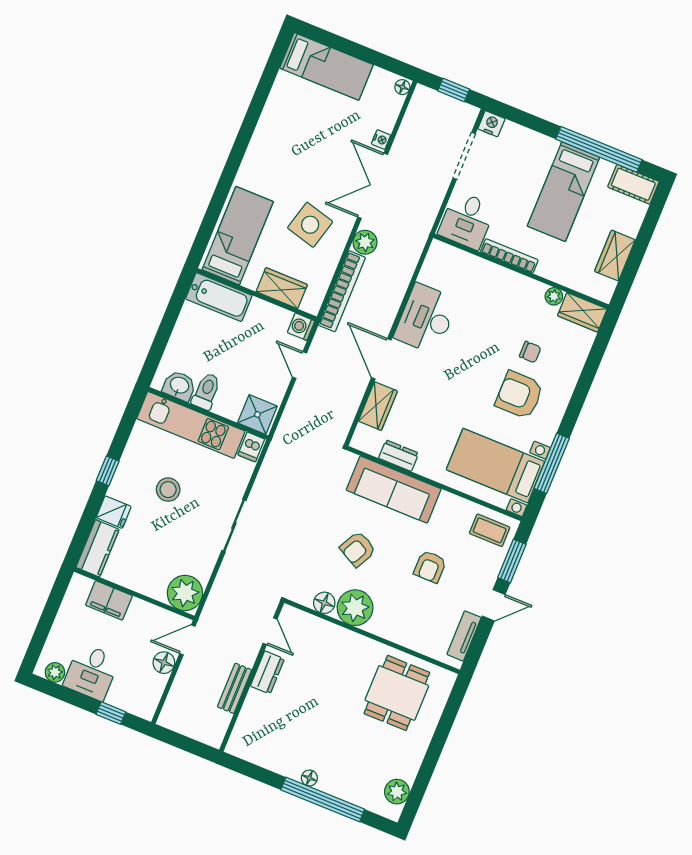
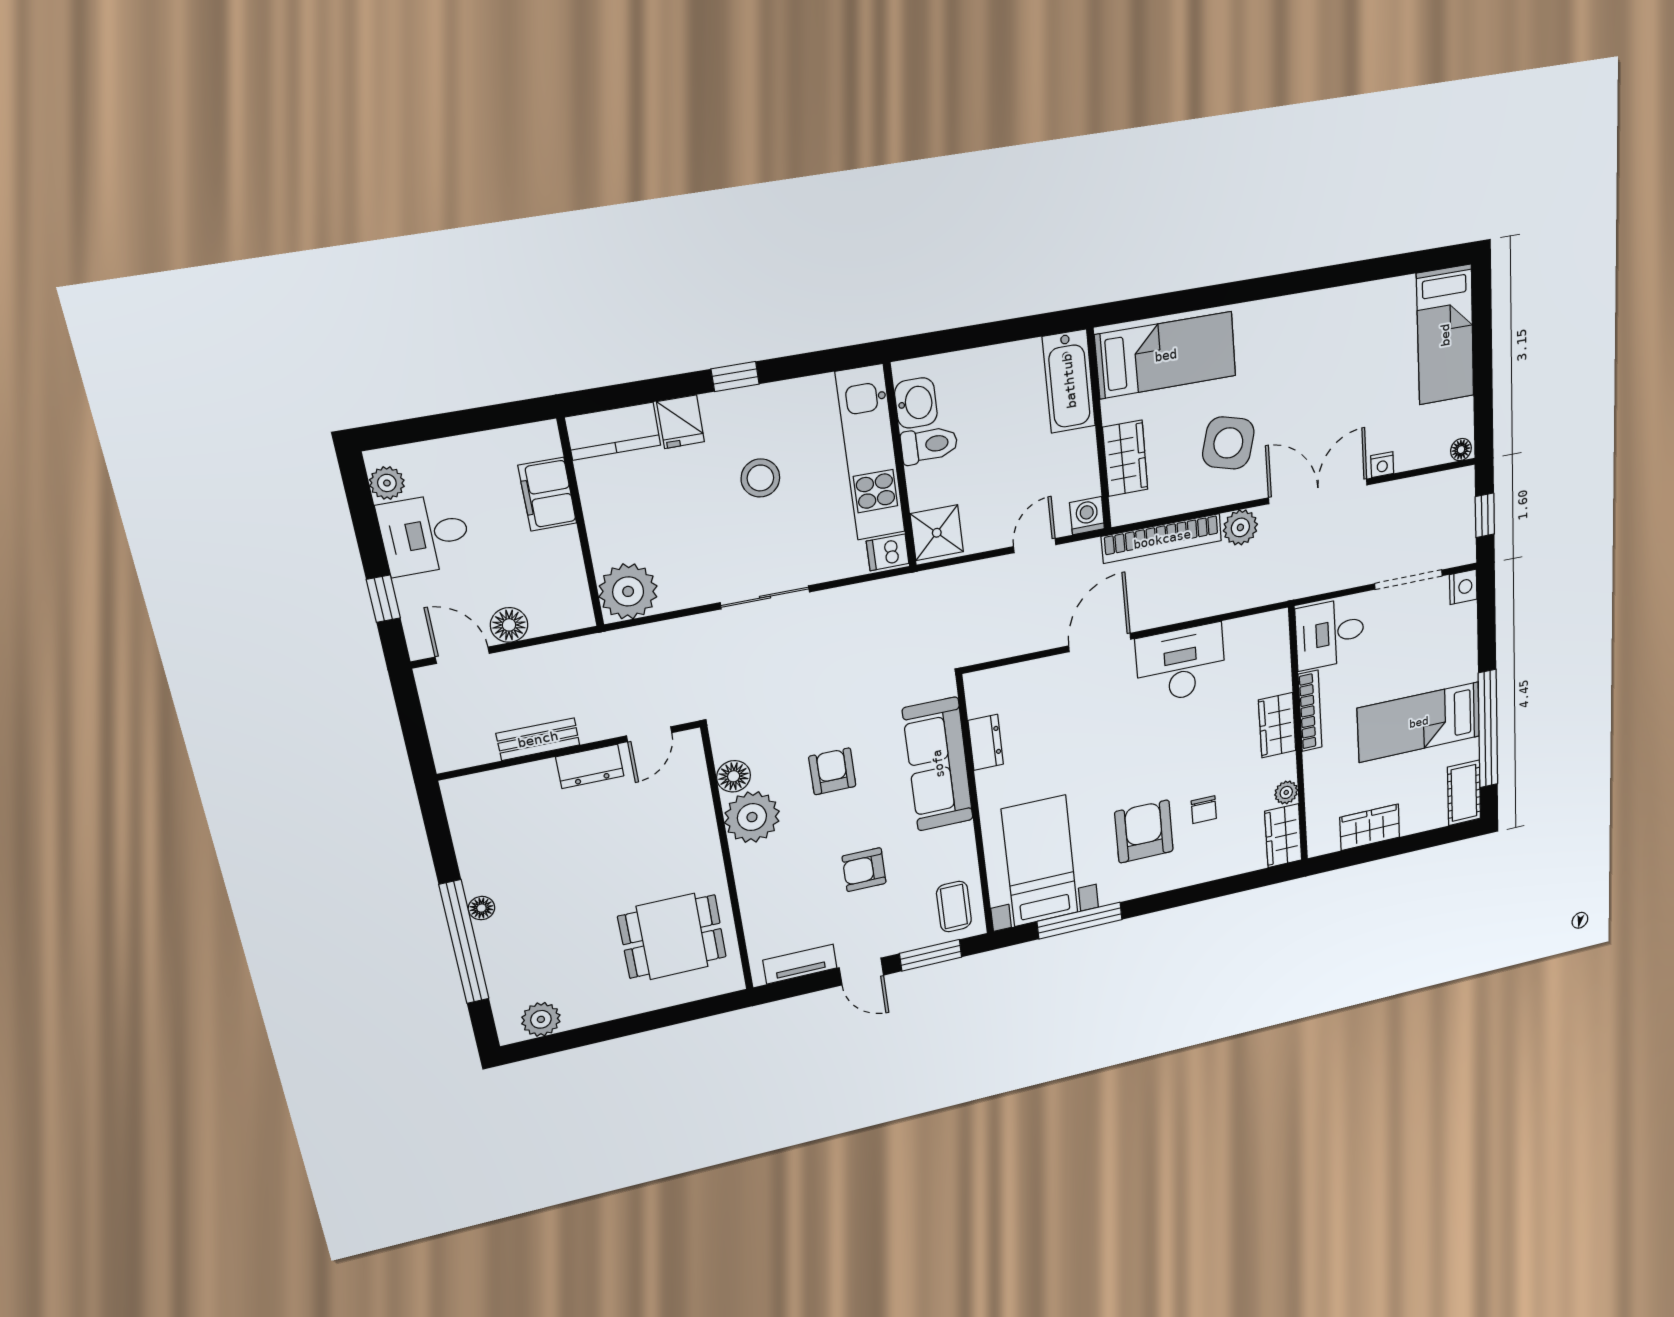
wardrobe: (378, 406) -> (1277, 725), moved, turned 90
armchair: (358, 549) -> (832, 771), turned 62
door: (187, 640) -> (462, 655), moved

